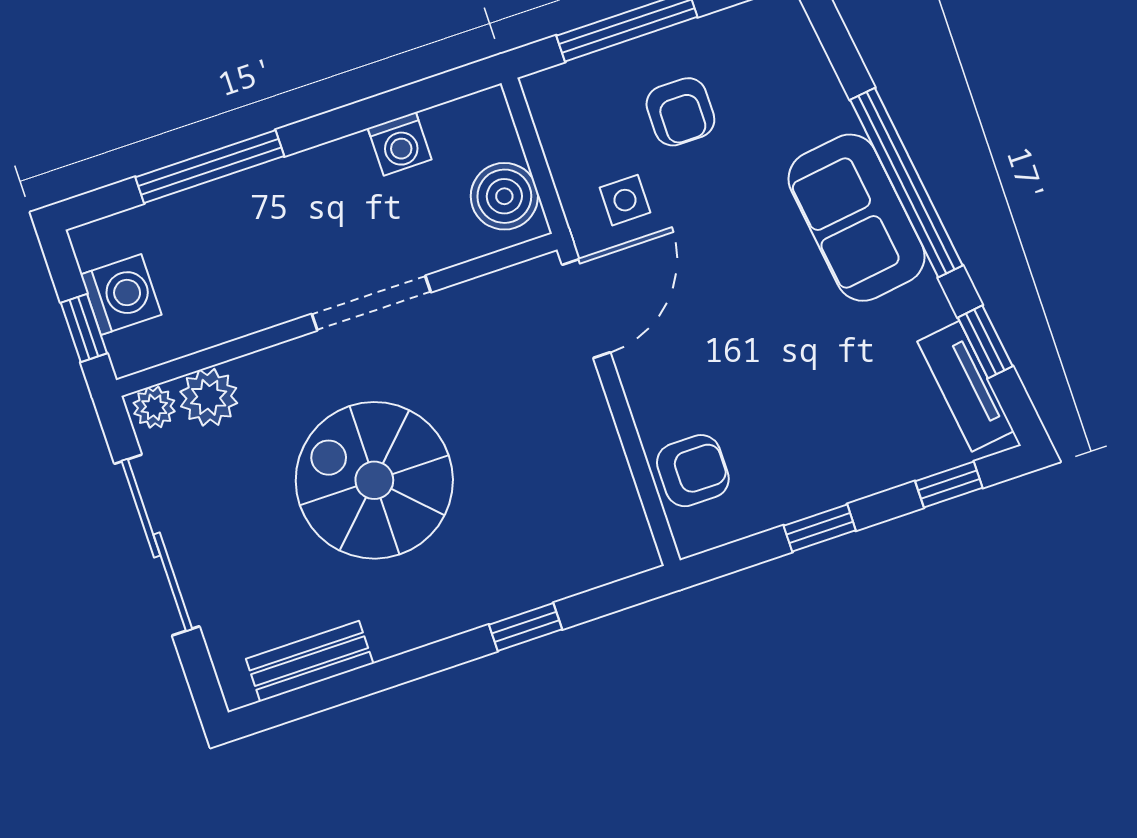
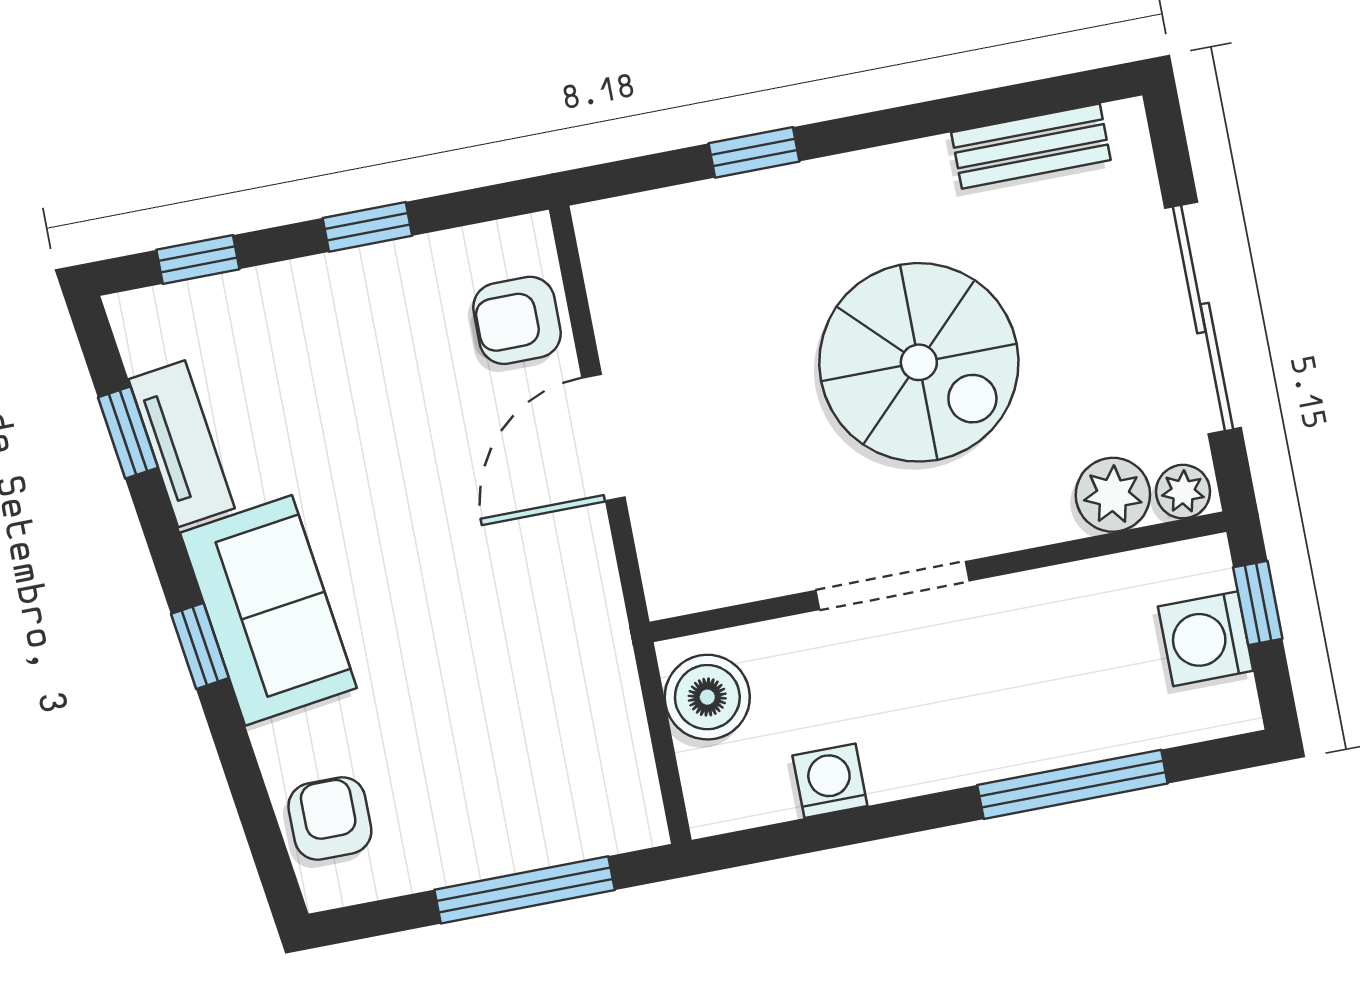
armchair: (680, 112) -> (330, 818), moved
window: (906, 183) -> (200, 646), width x0.32
side table: (625, 200) -> (556, 672), removed
door: (586, 308) -> (603, 438), moved
tv unit: (966, 386) -> (182, 444), moved

